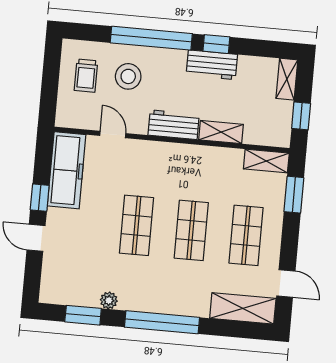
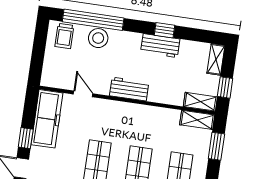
window: (151, 38) -> (93, 20), moved
trolley: (86, 76) -> (64, 36), moved
stool: (128, 76) -> (98, 38), moved
shelving: (221, 132) -> (200, 102), moved

